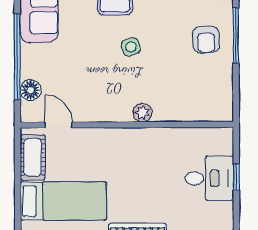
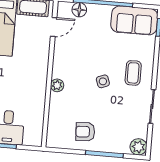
armchair: (206, 40) -> (85, 132), moved

